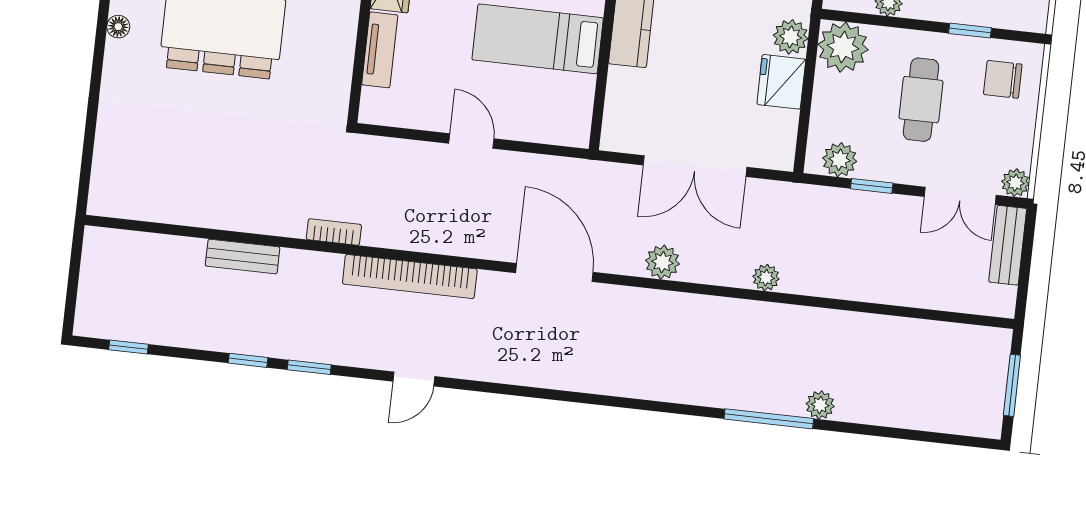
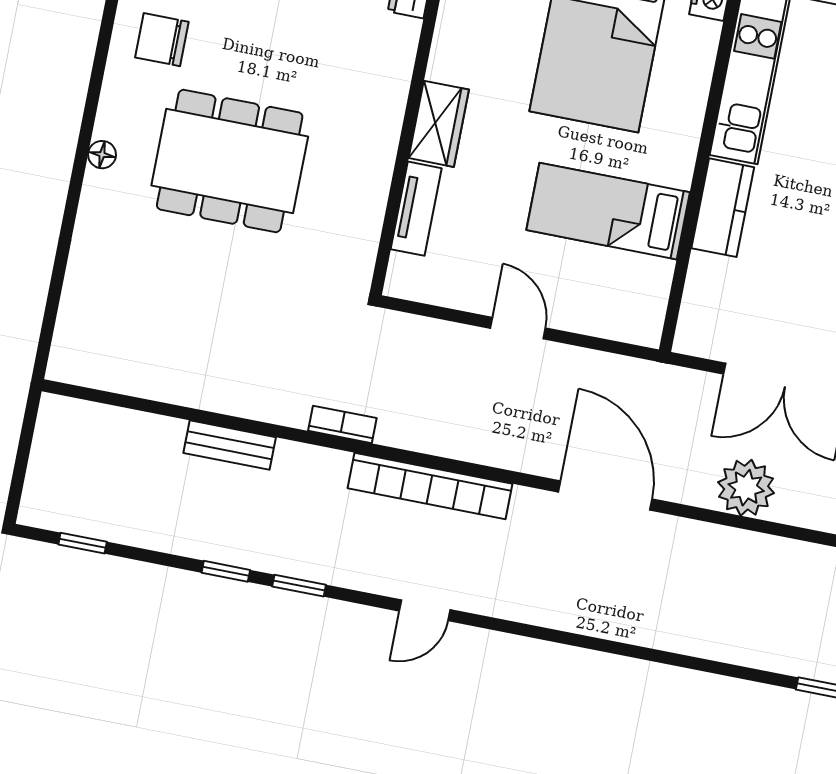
plant: (662, 262) -> (746, 488), width x1.36, depth x1.36

